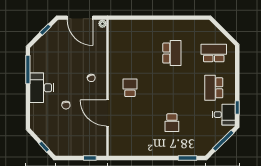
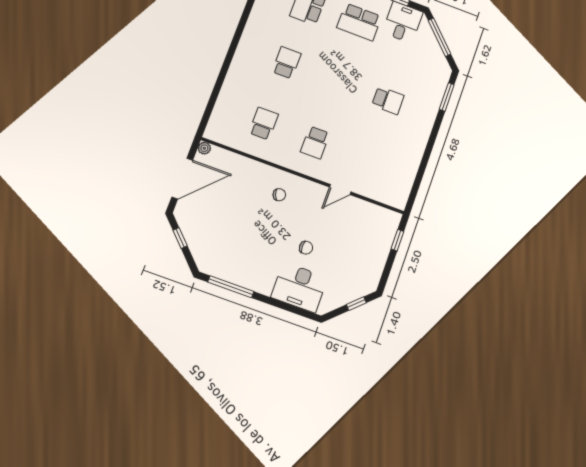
school desk: (130, 53) -> (264, 124), added
school desk: (172, 53) -> (287, 63), width x0.54
desk: (42, 88) -> (299, 287), moved
school desk: (130, 88) -> (315, 143), turned -90
door: (107, 113) -> (340, 190), width x0.53

